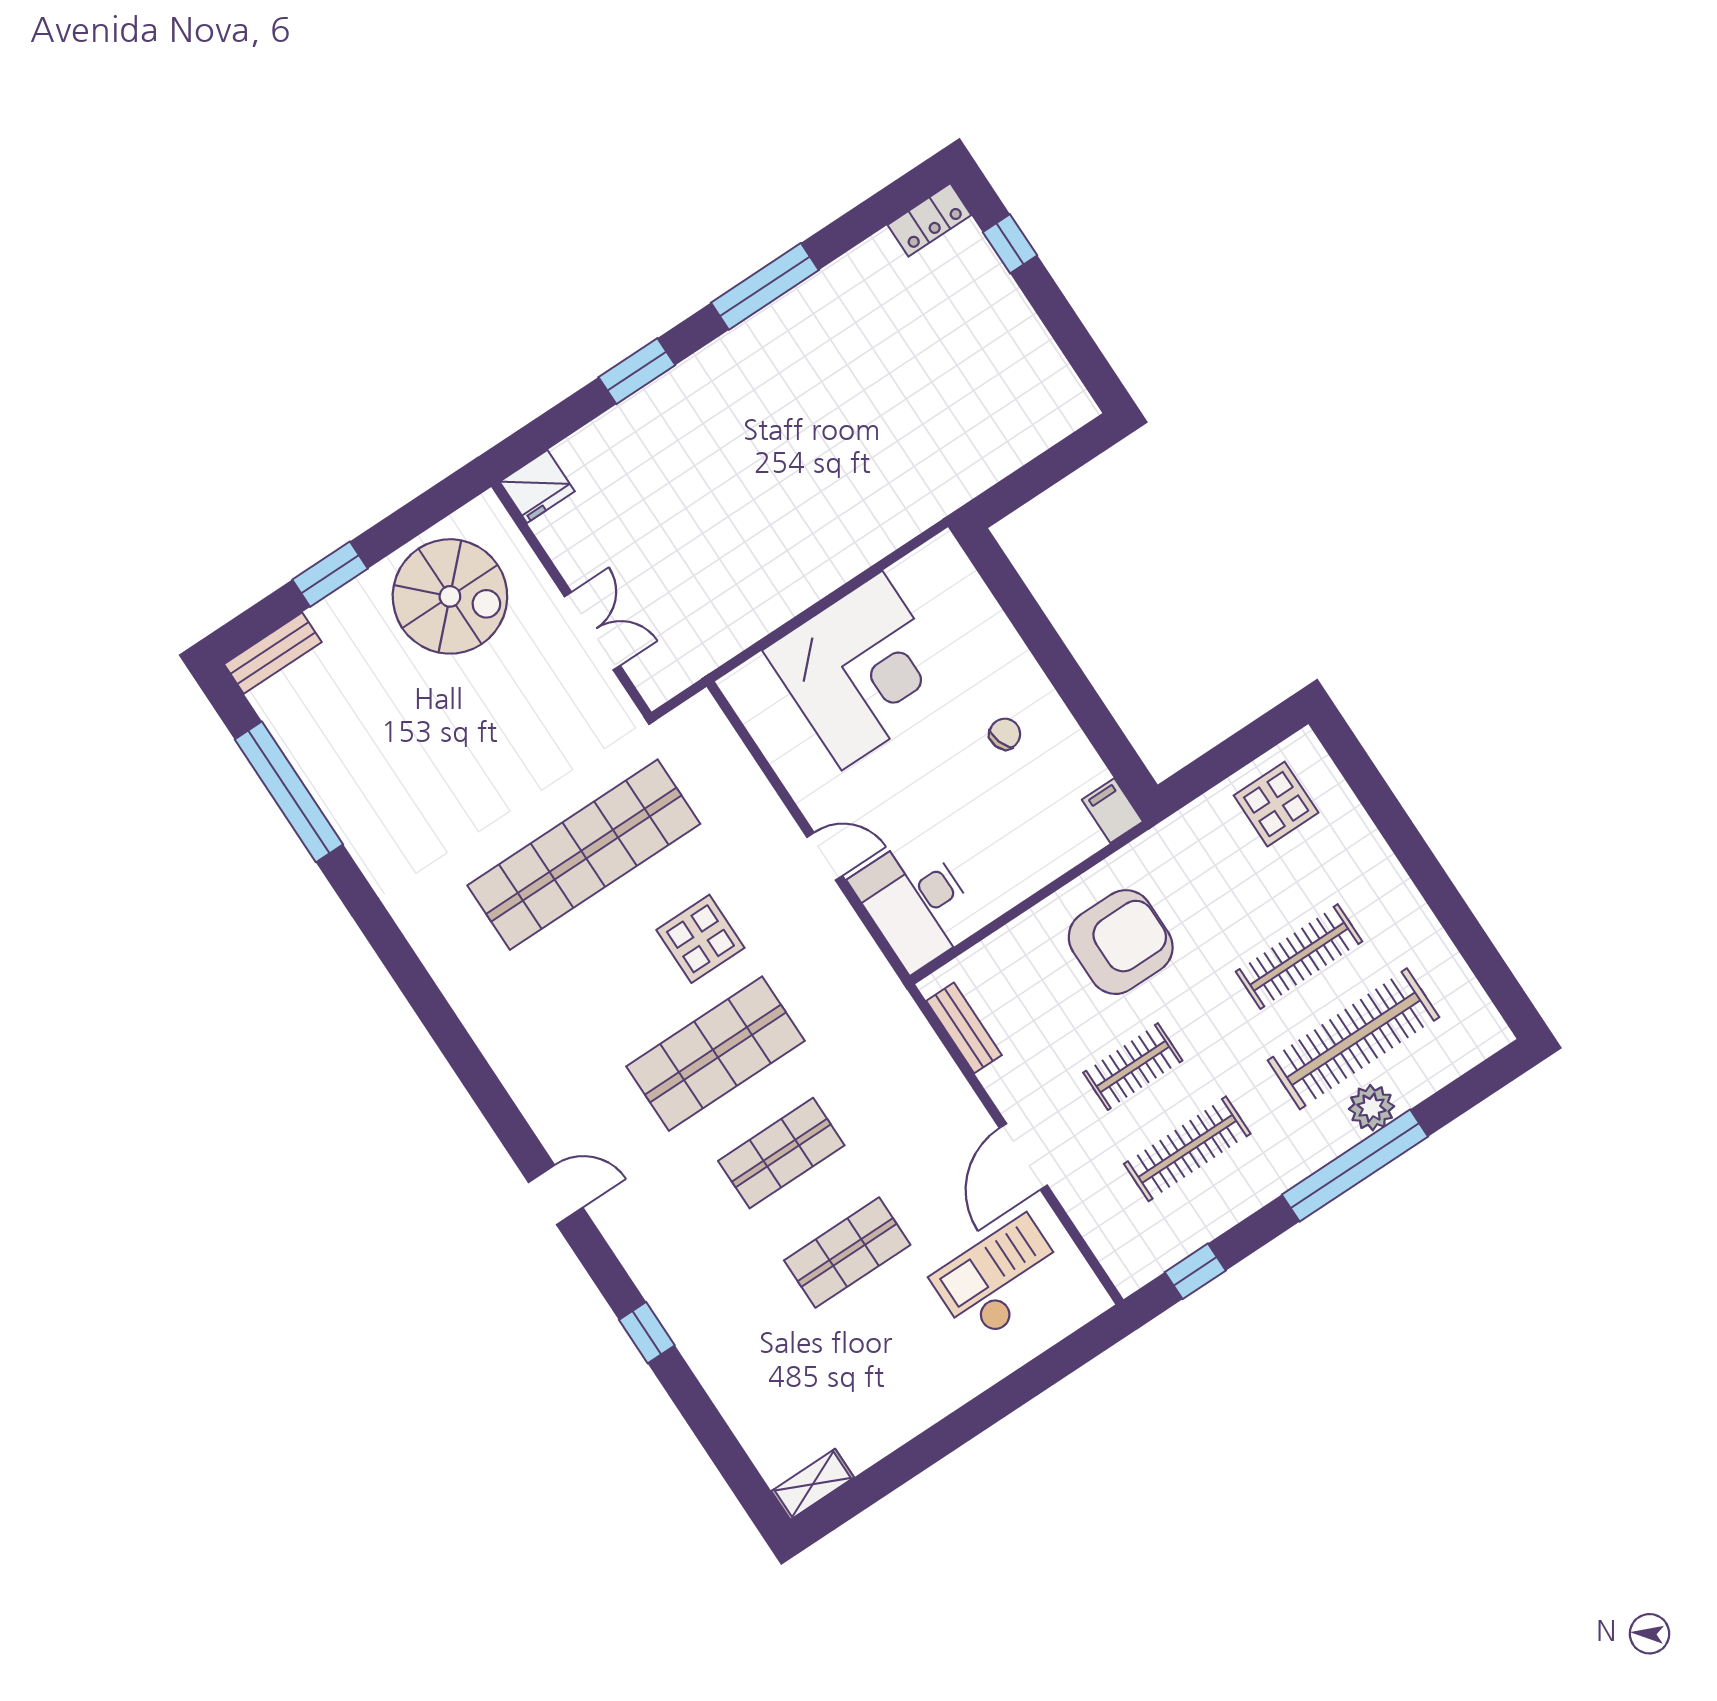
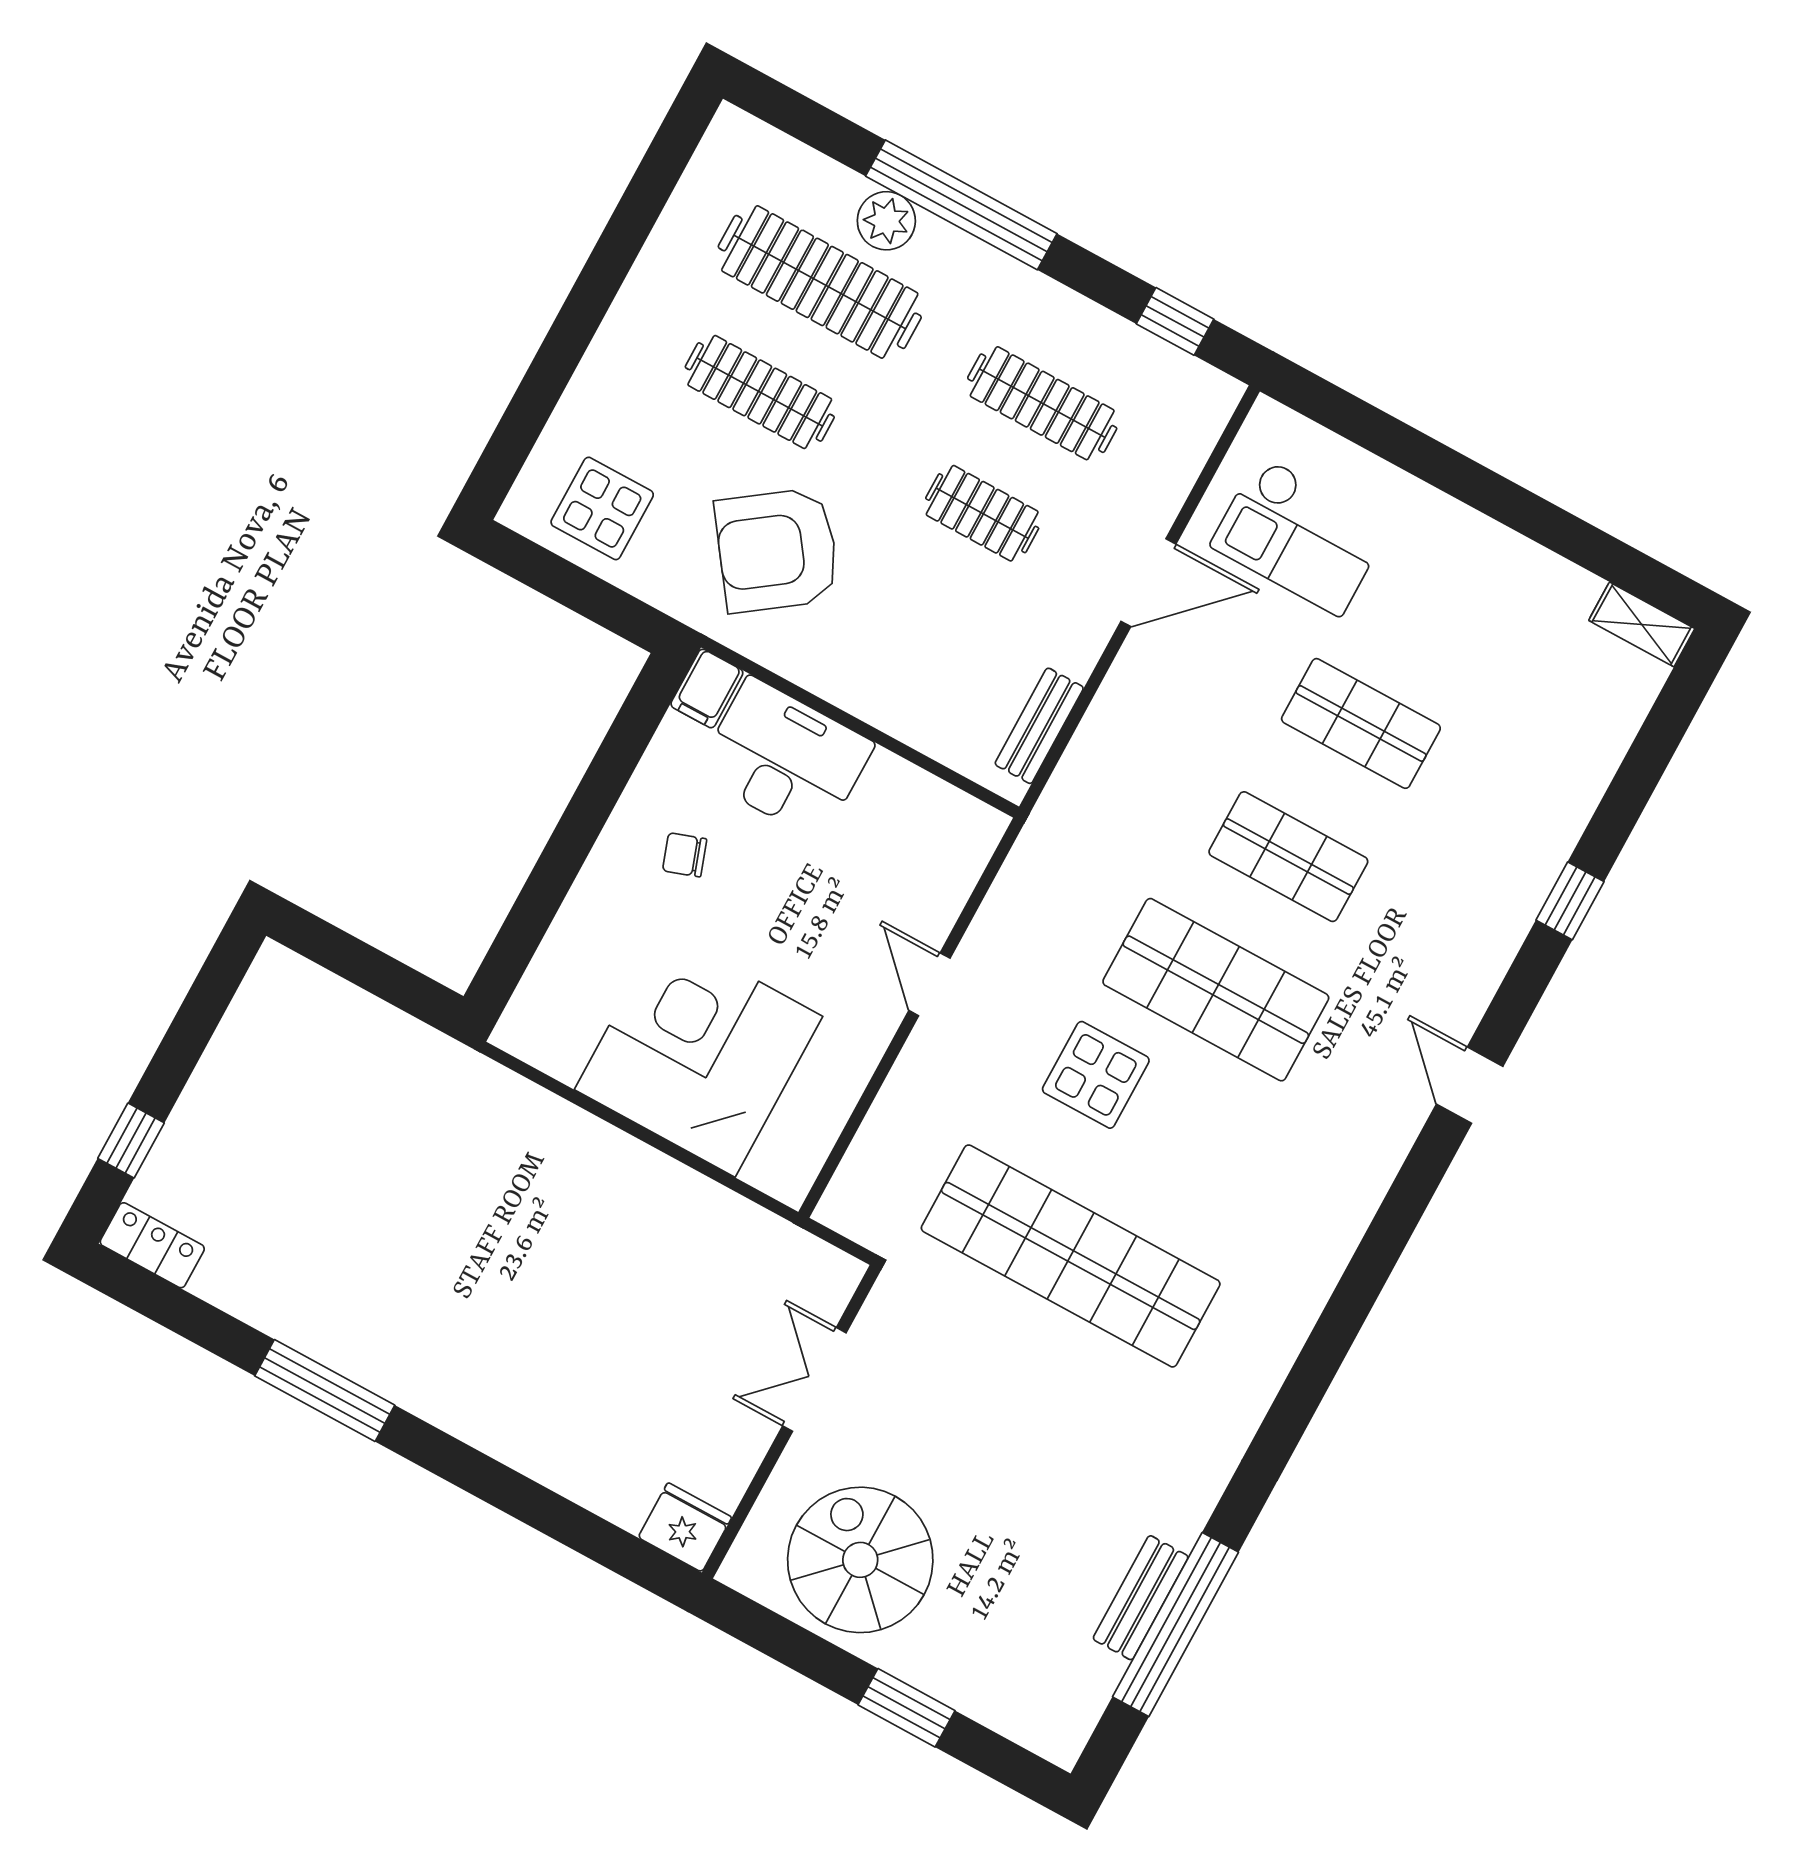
window: (637, 371) -> (496, 1484), removed
bench: (273, 653) -> (1141, 1598), moved, turned 90
desk: (916, 903) -> (785, 759), moved, turned -90
armchair: (1121, 942) -> (777, 550), moved, turned -36

